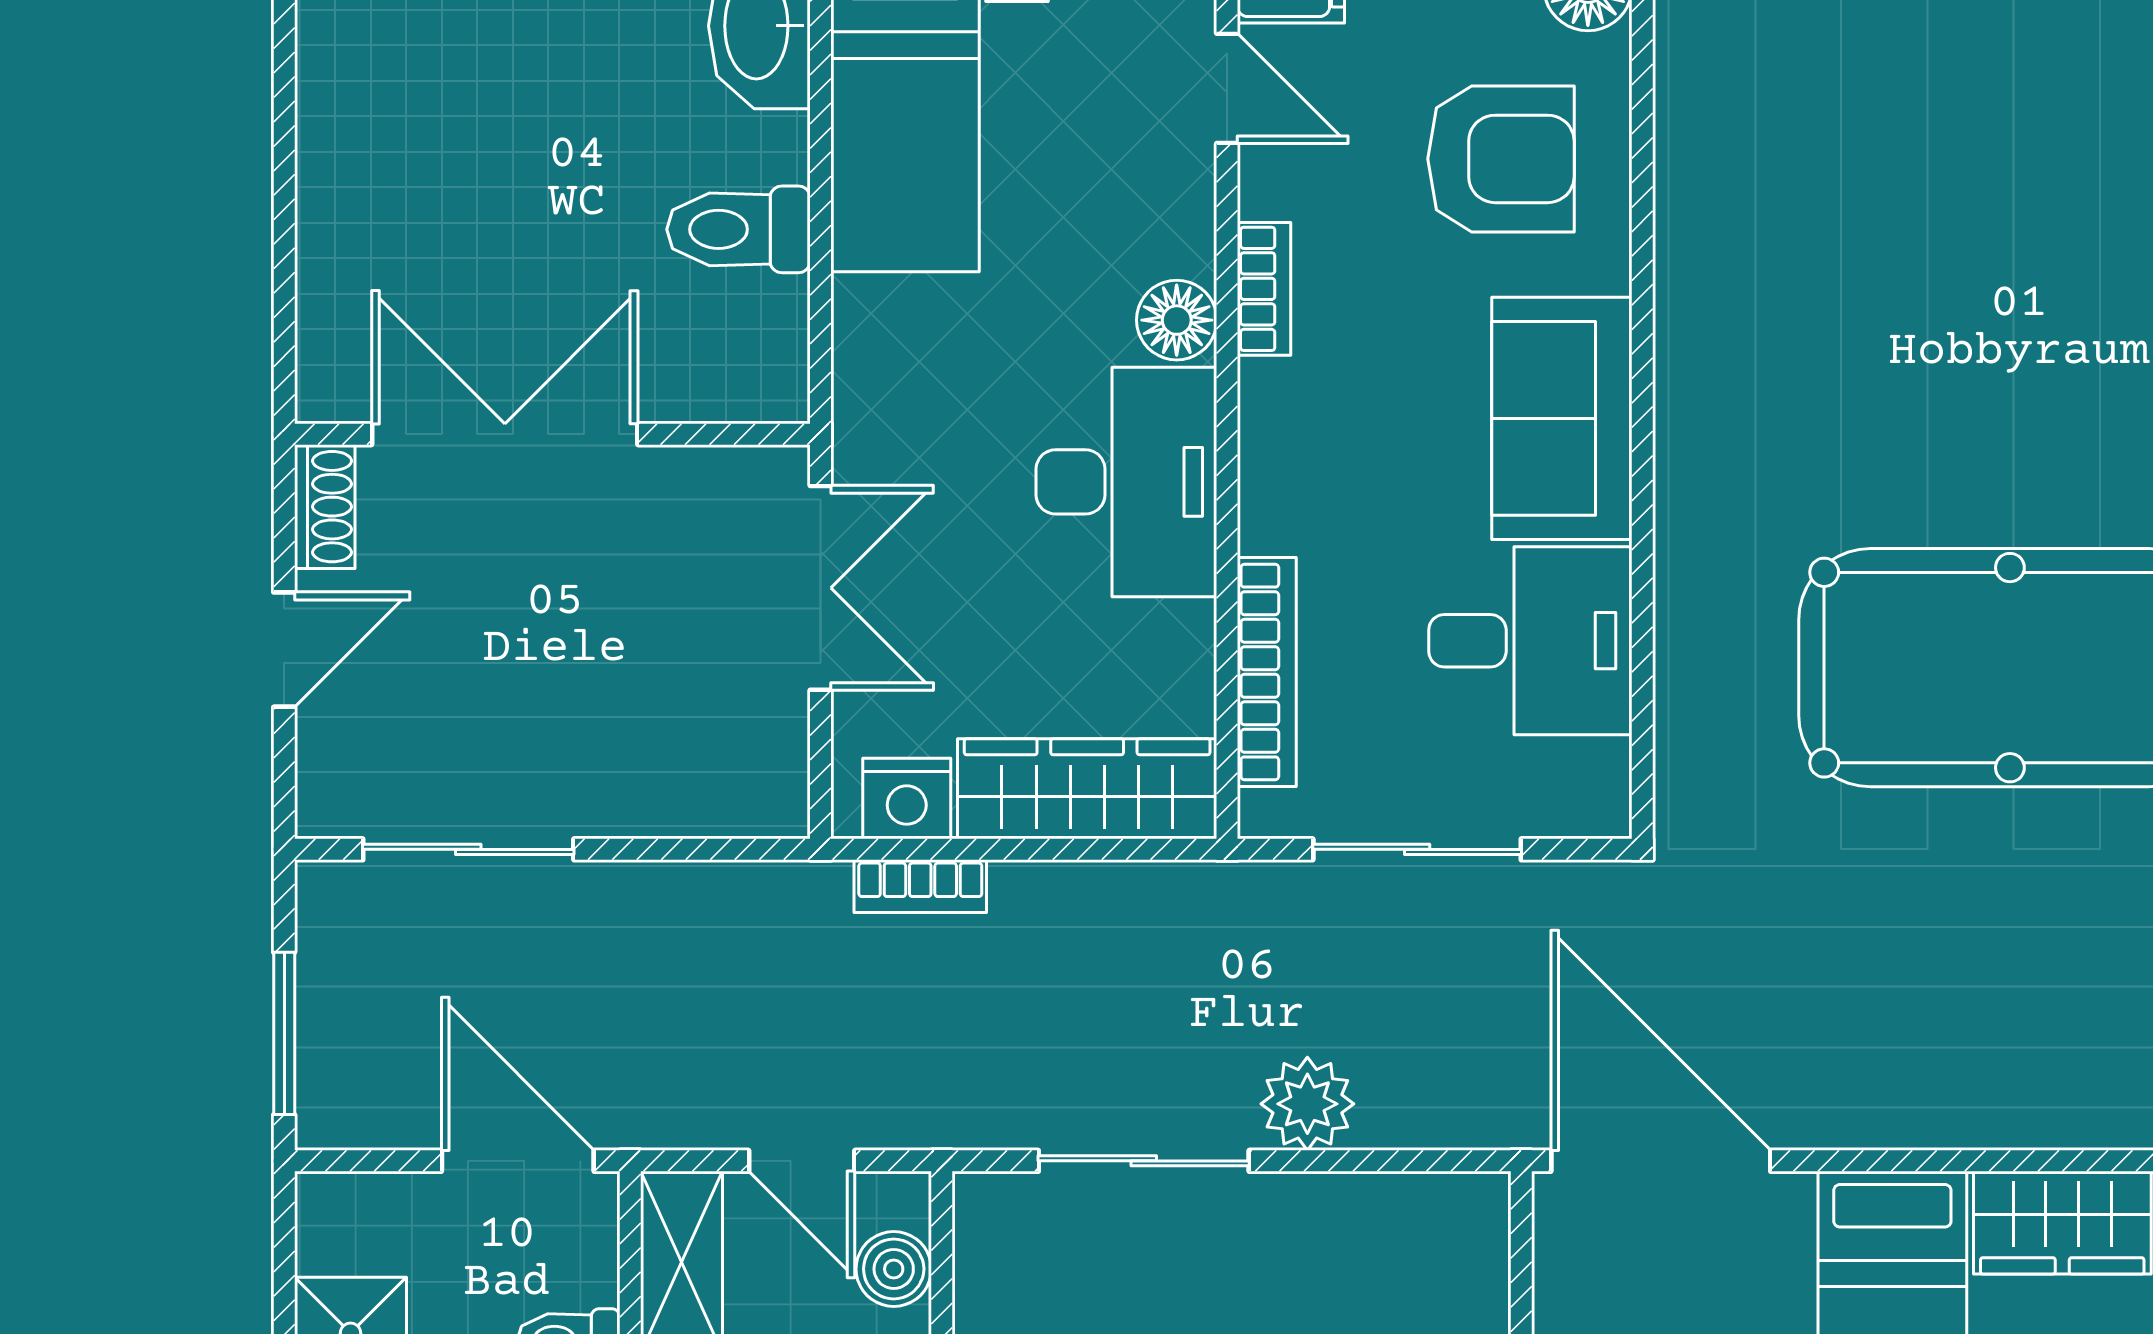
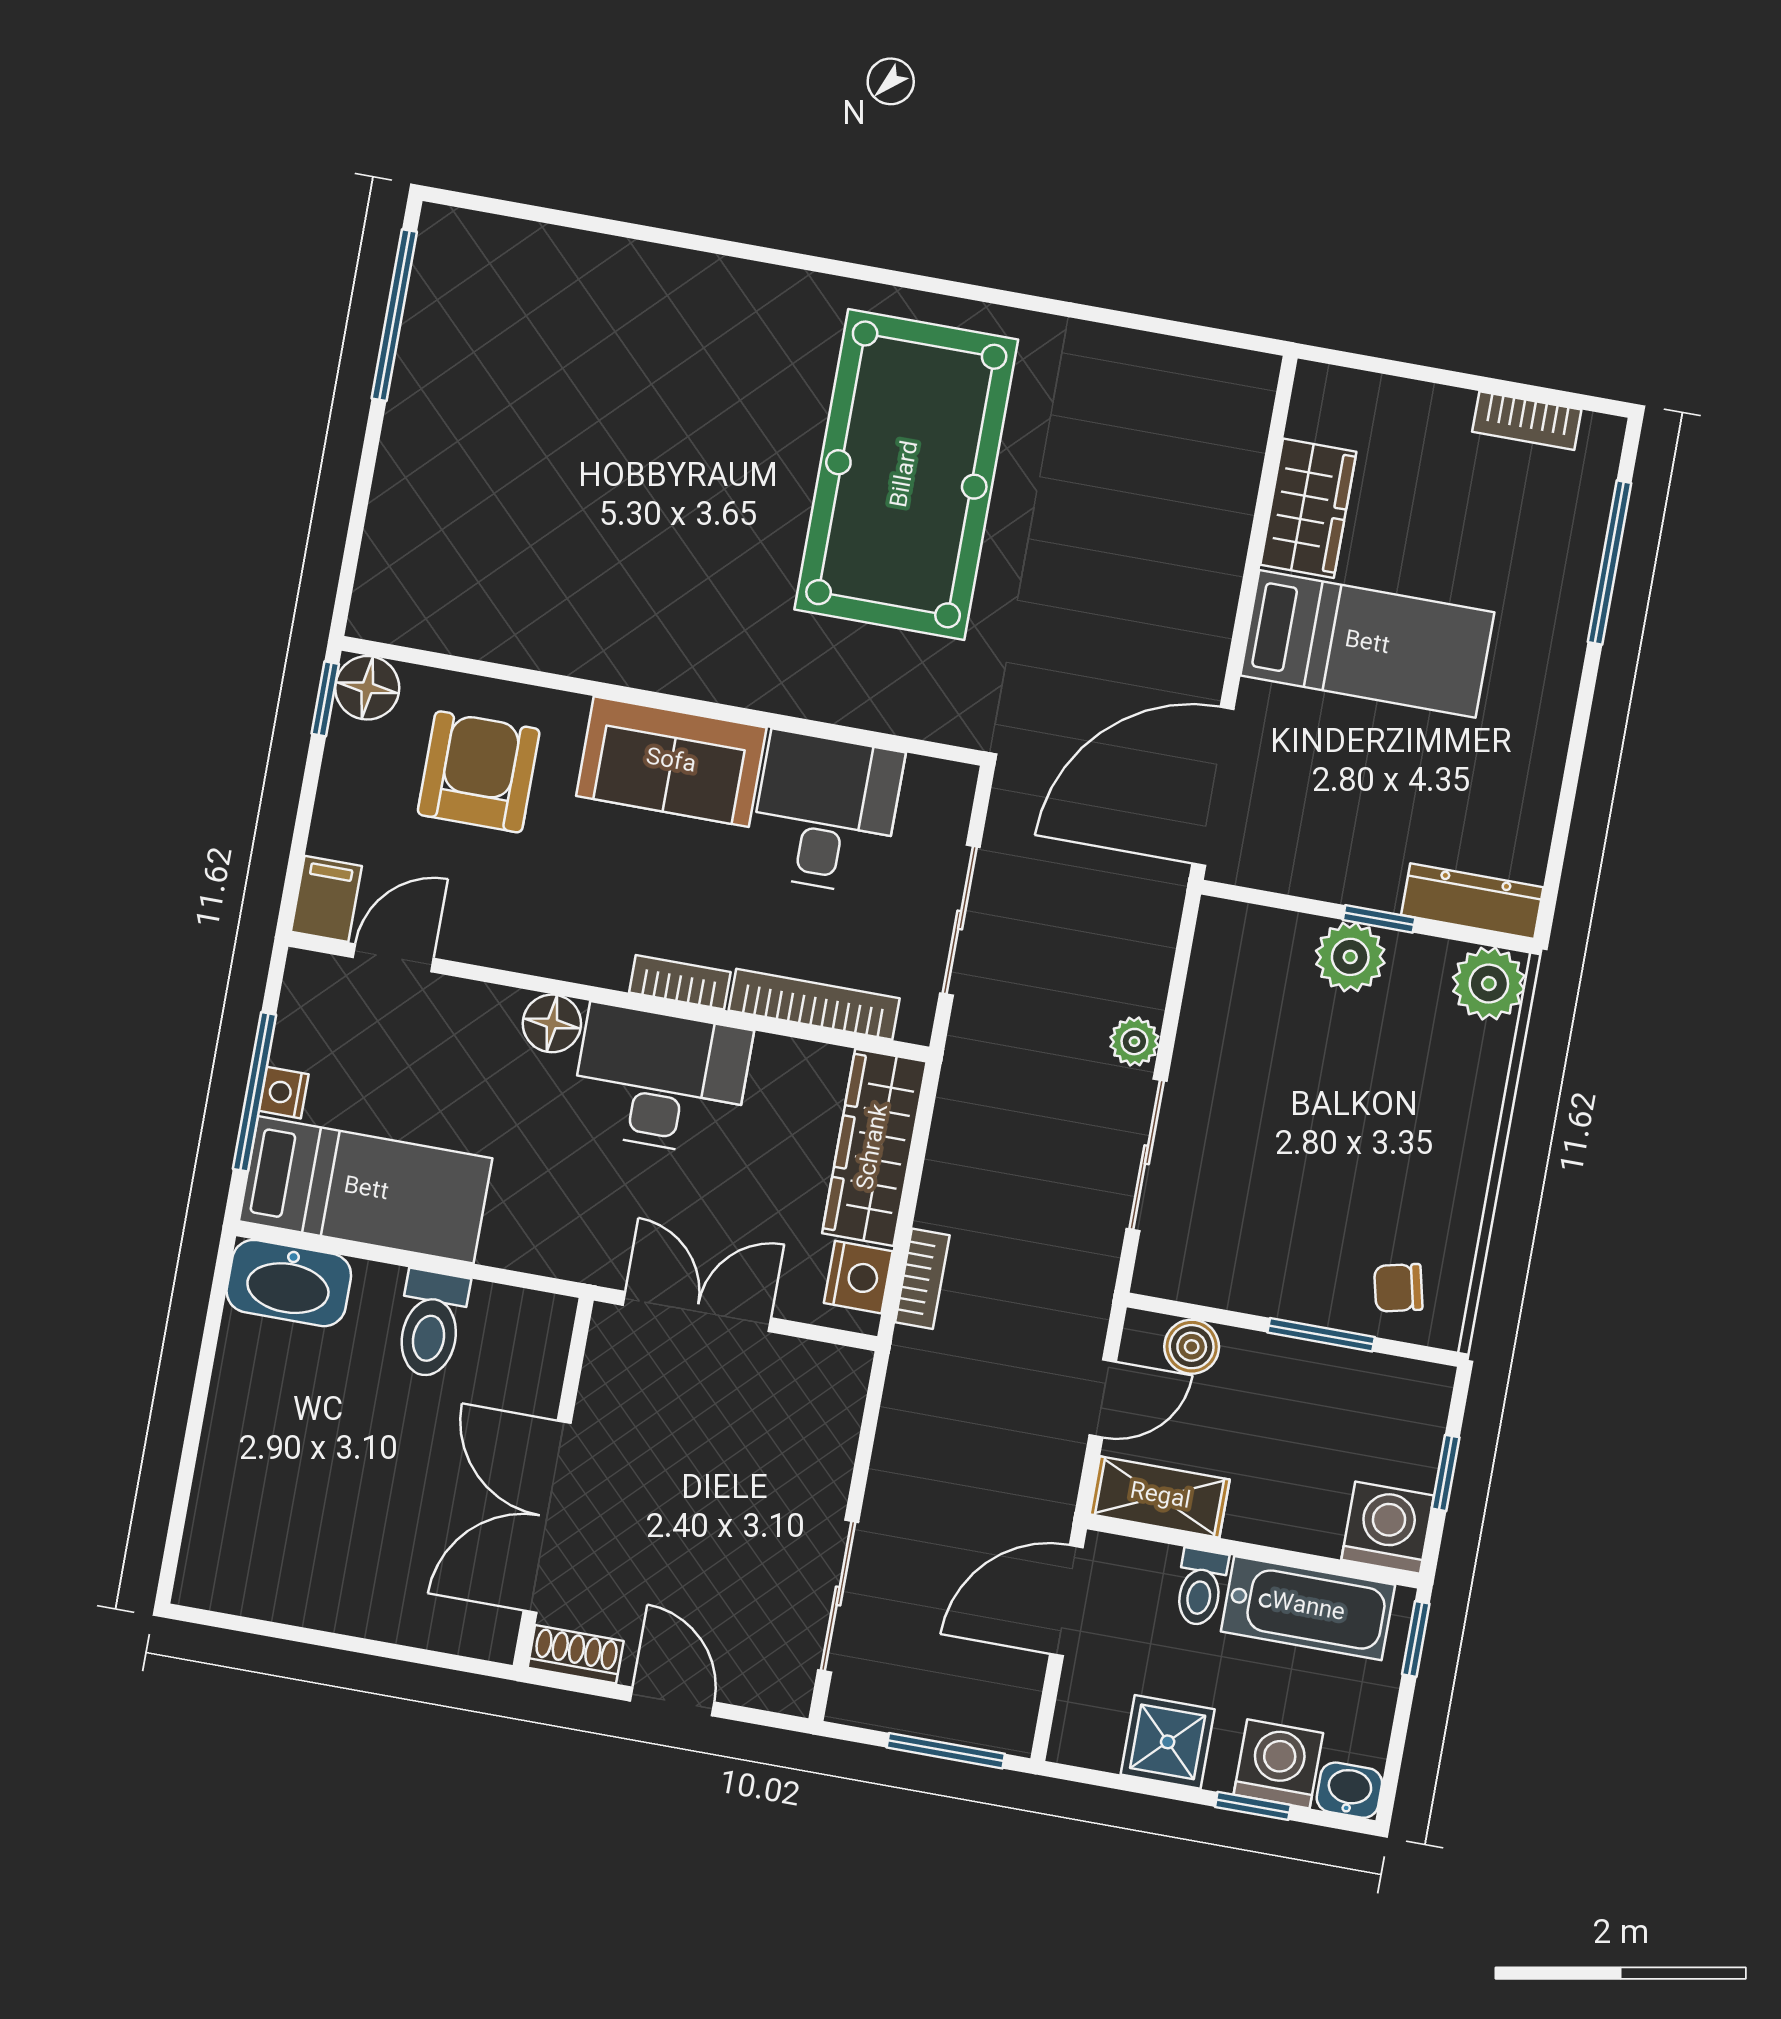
bookcase: (1264, 289) -> (680, 982), moved
plant: (1307, 1104) -> (1134, 1042), width x0.73, depth x0.73

